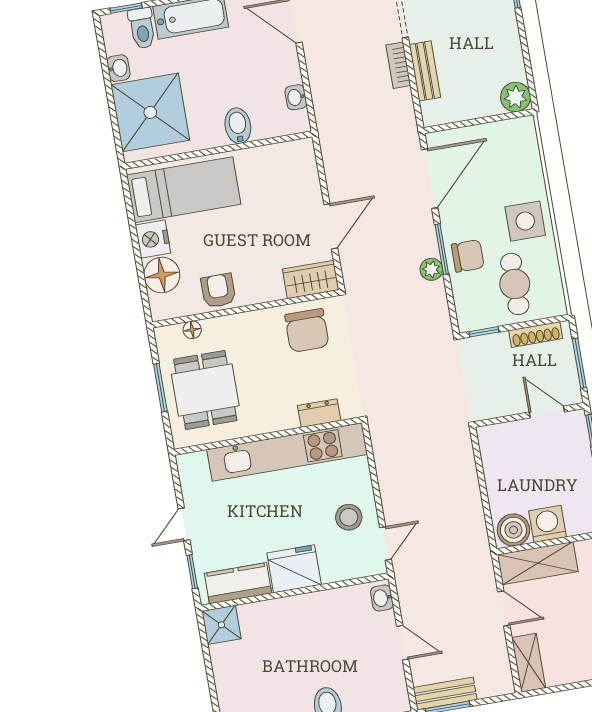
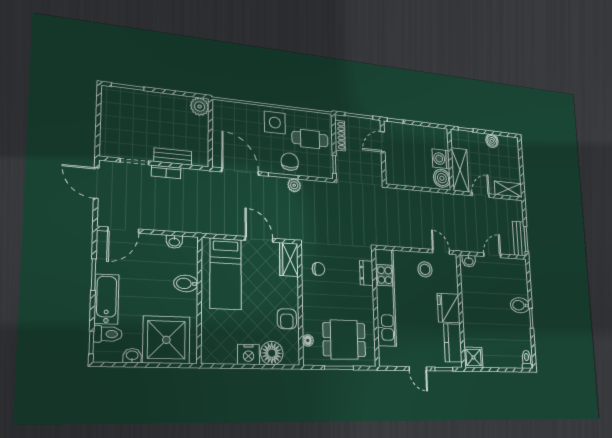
bed: (184, 190) -> (226, 274), moved, turned 180
armchair: (218, 291) -> (287, 319), turned -90
chair: (307, 330) -> (318, 269), width x0.54, depth x0.54

